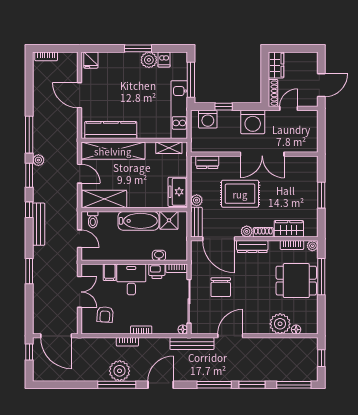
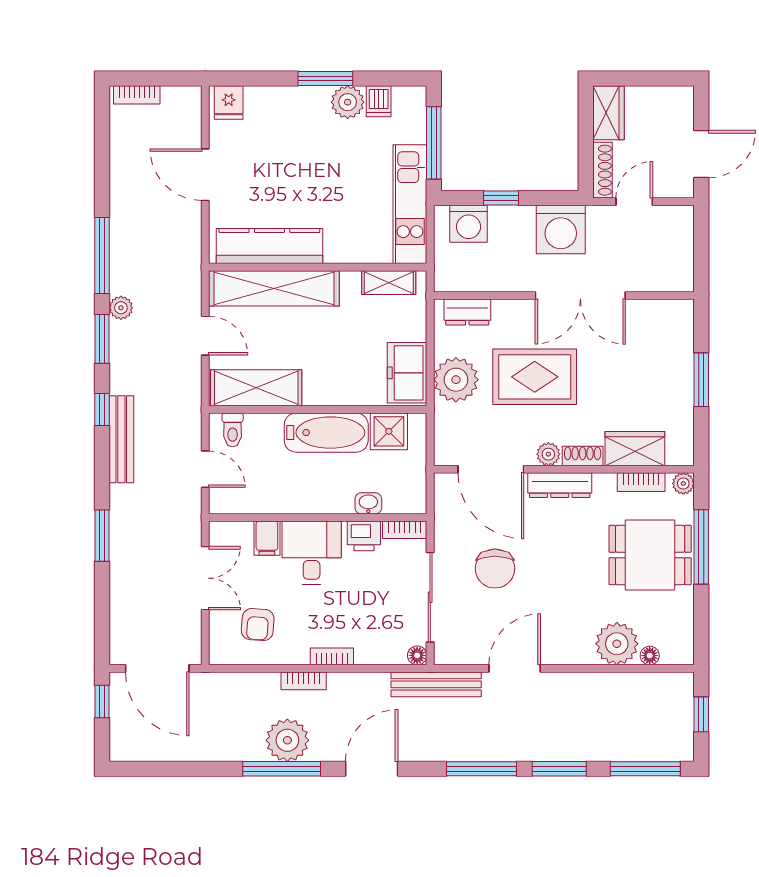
plant: (197, 200) -> (456, 380), width x1.88, depth x1.88
bench: (196, 222) -> (445, 435), removed

